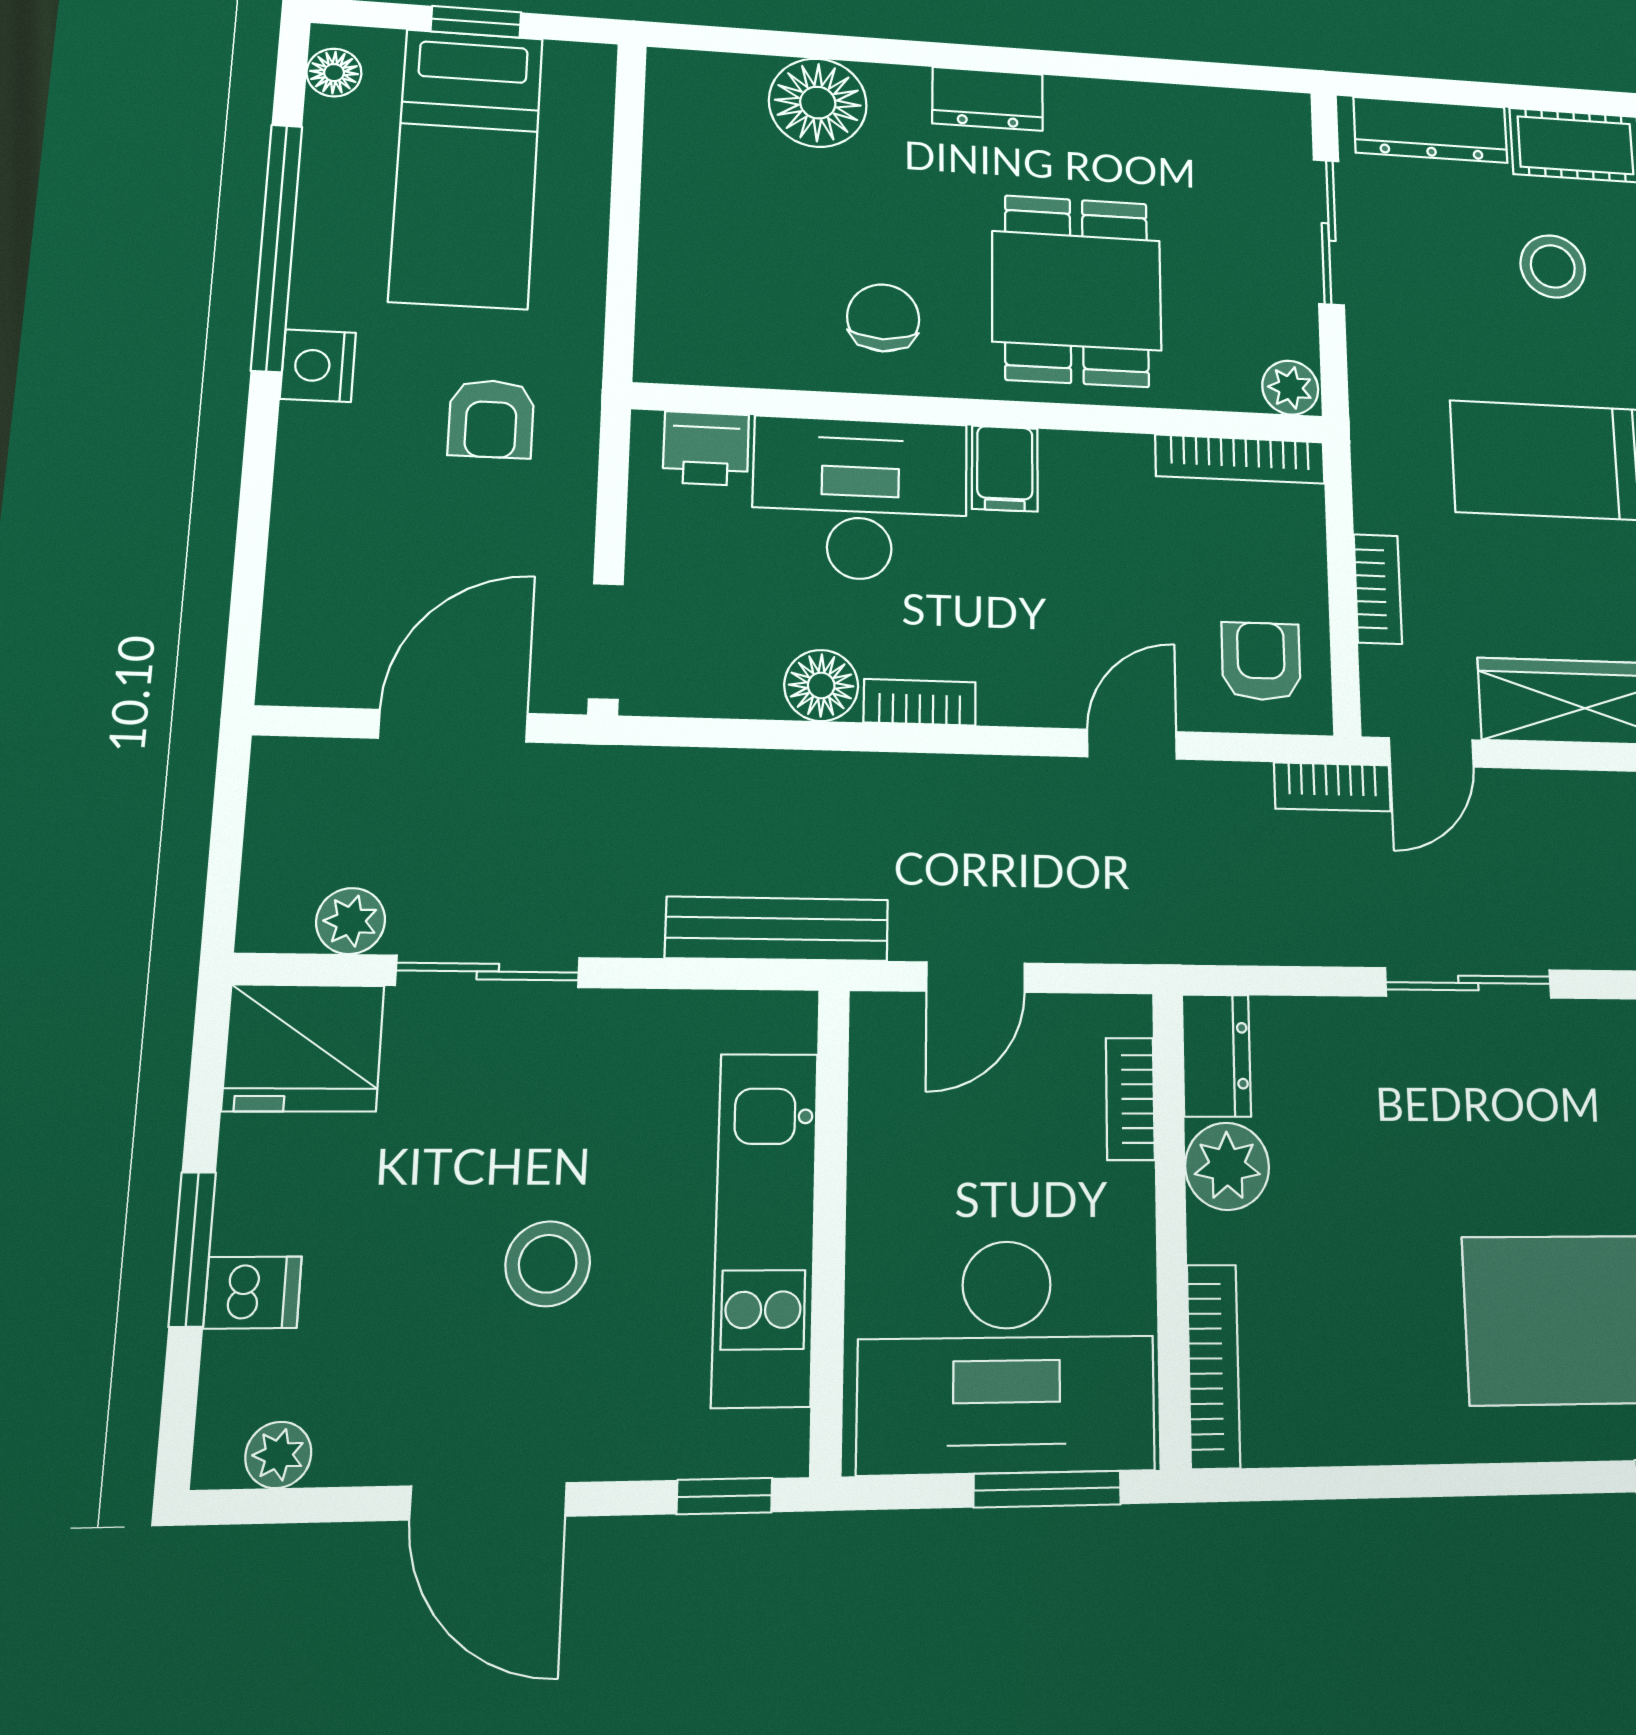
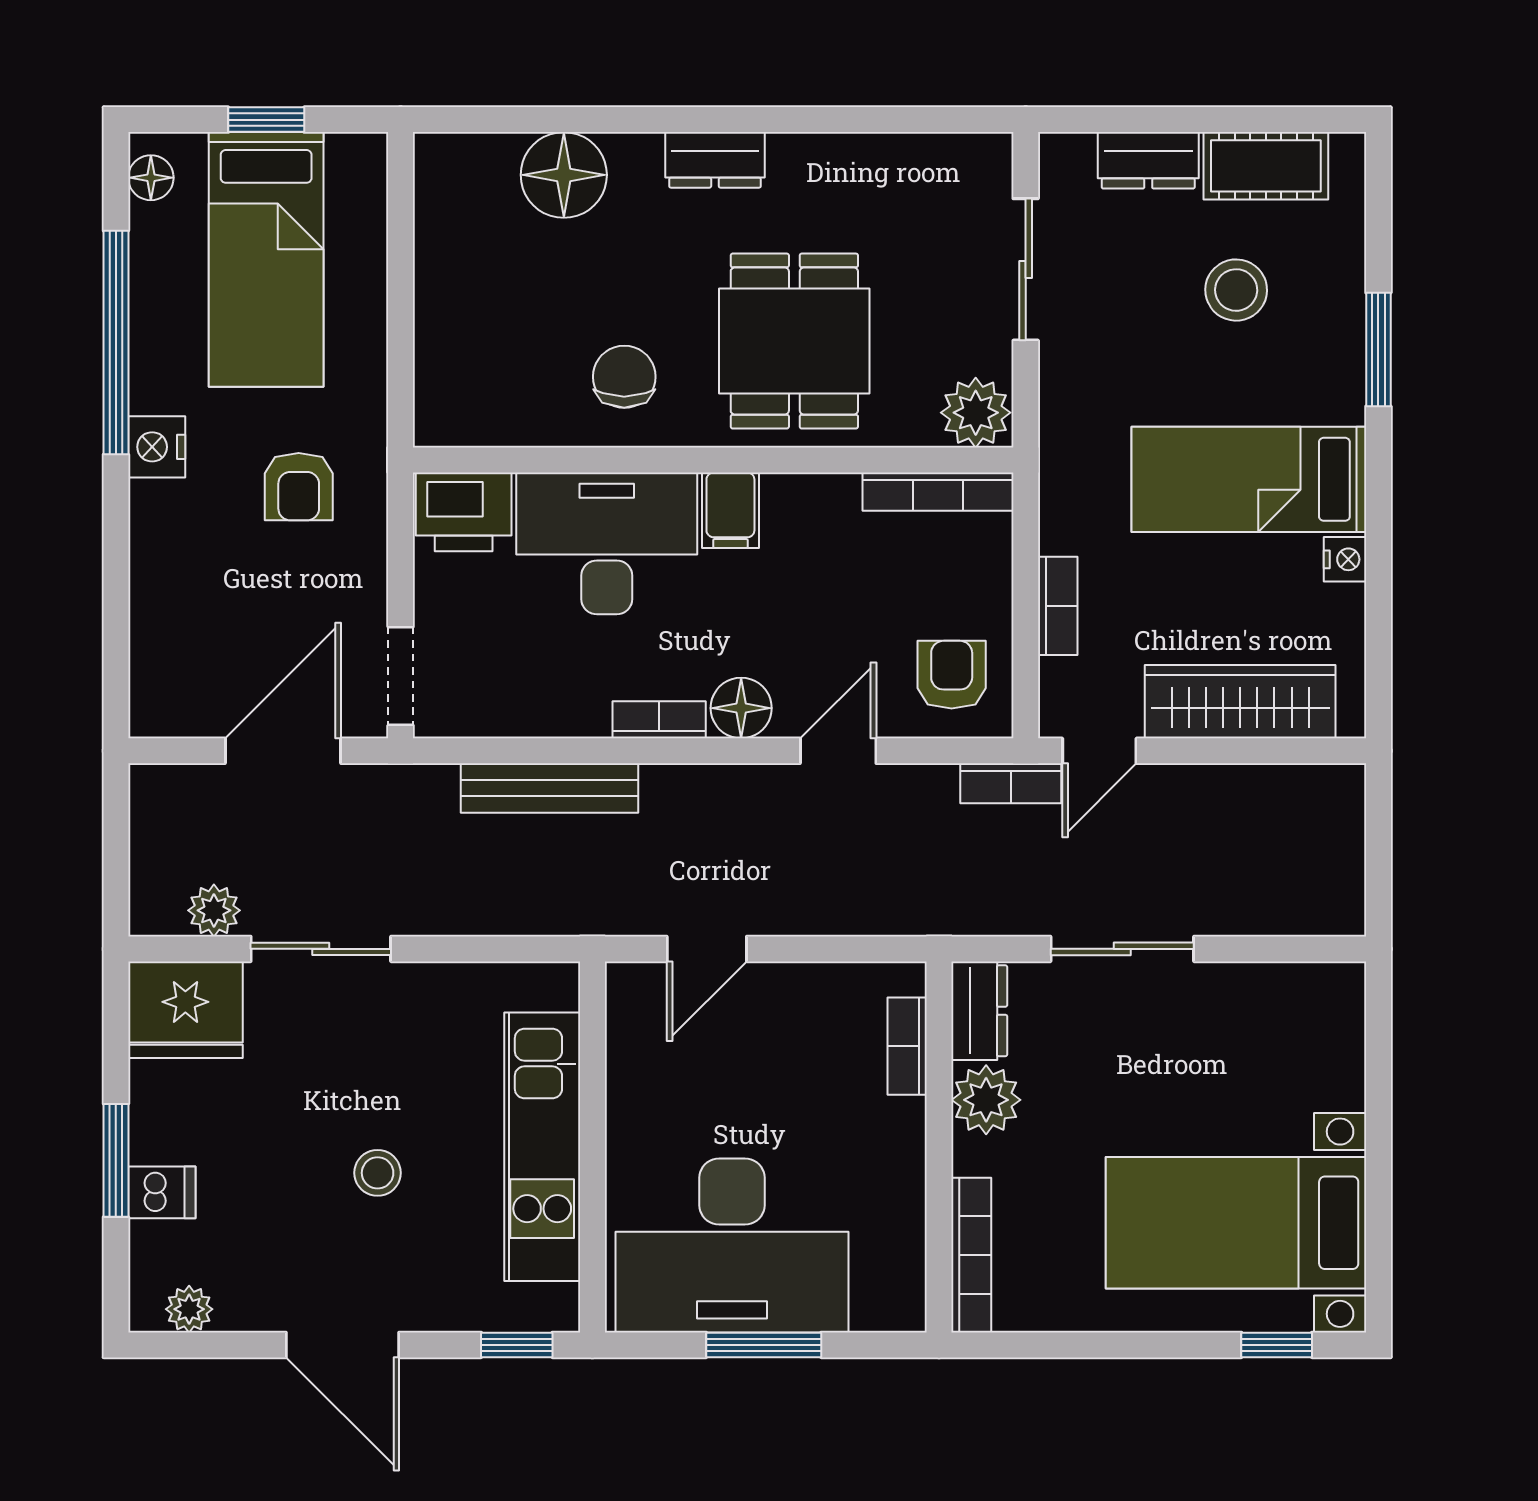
dresser: (1431, 130) -> (1148, 160), width x0.70
plant: (1290, 388) -> (976, 413), width x1.38, depth x1.38
printer: (706, 448) -> (464, 512), width x1.36, depth x1.24
floor lamp: (821, 685) -> (741, 708), moved
bench: (777, 929) -> (549, 788), moved
dresser: (1216, 1055) -> (979, 1011), moved
bookcase: (1130, 1099) -> (907, 1046), moved
plant: (1227, 1166) -> (986, 1100), moved
wall: (1171, 1226) -> (939, 1147), moved
stool: (548, 1264) -> (378, 1173), width x0.73, depth x0.73
bookcase: (1213, 1366) -> (971, 1255), moved

